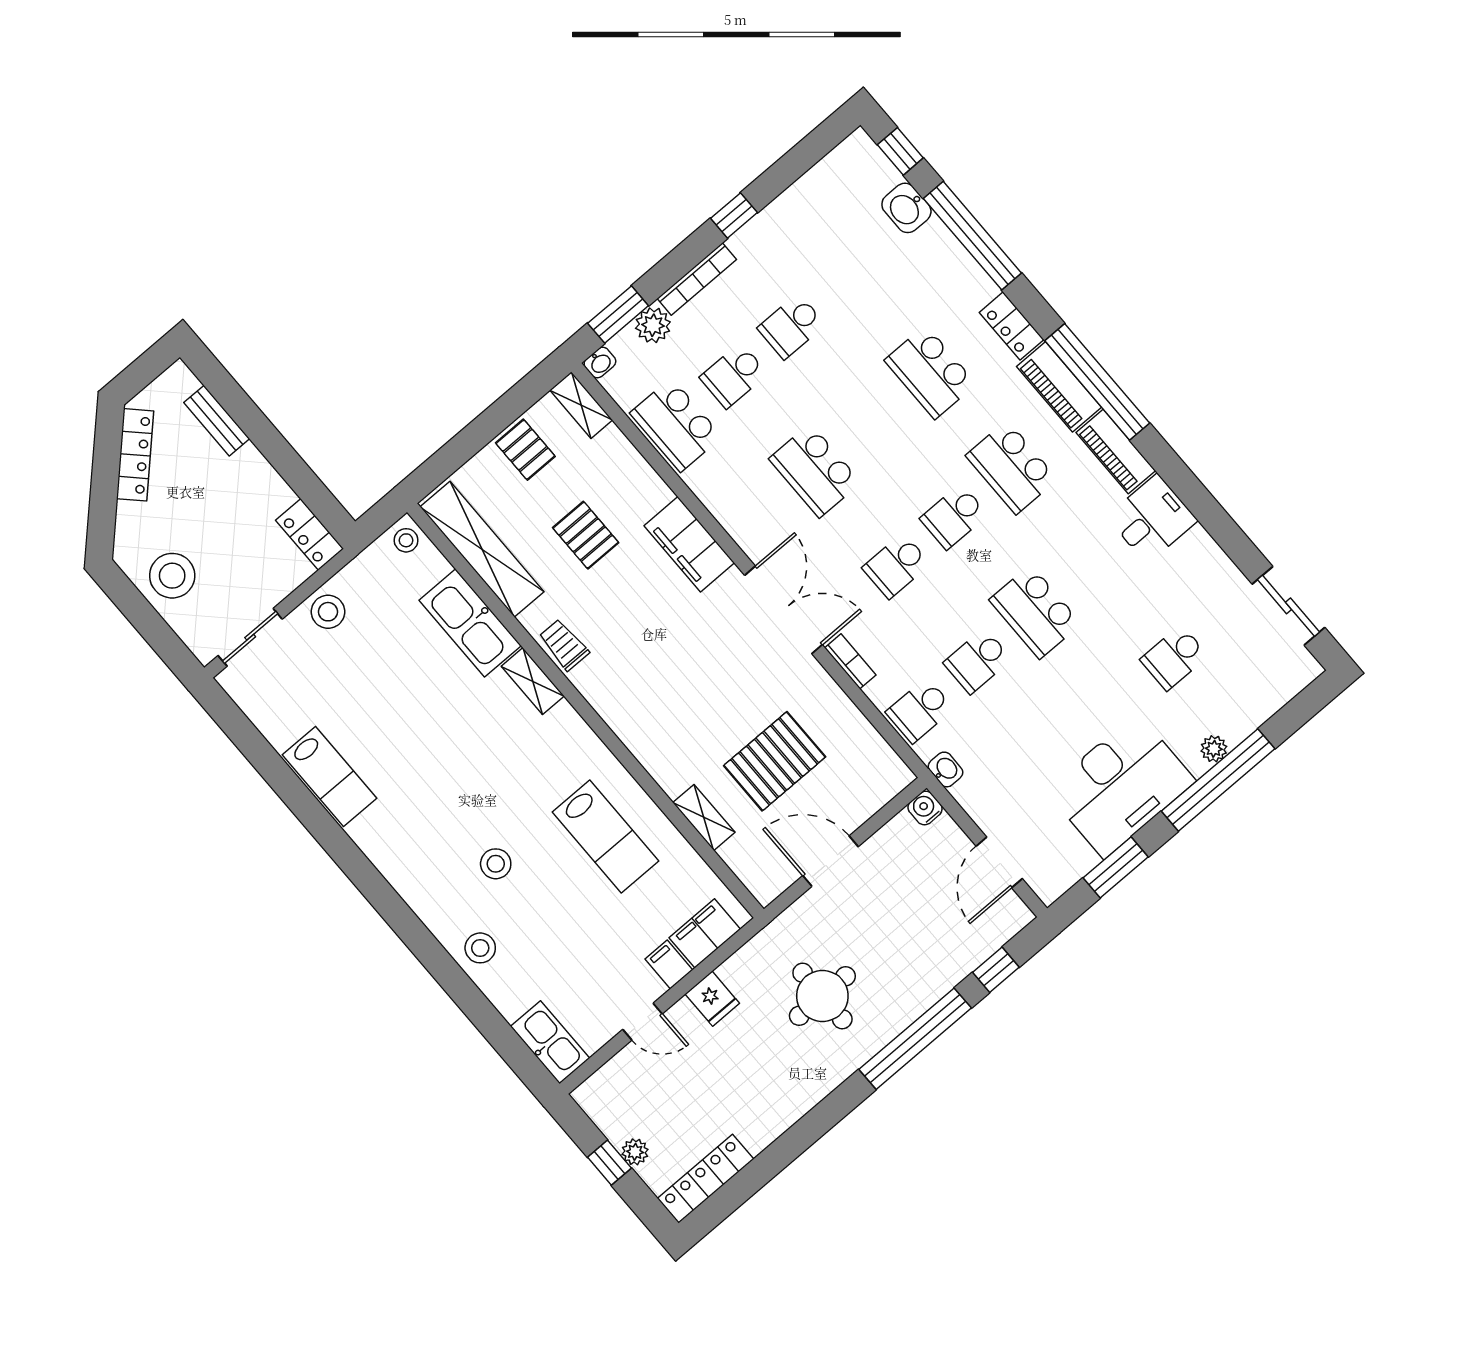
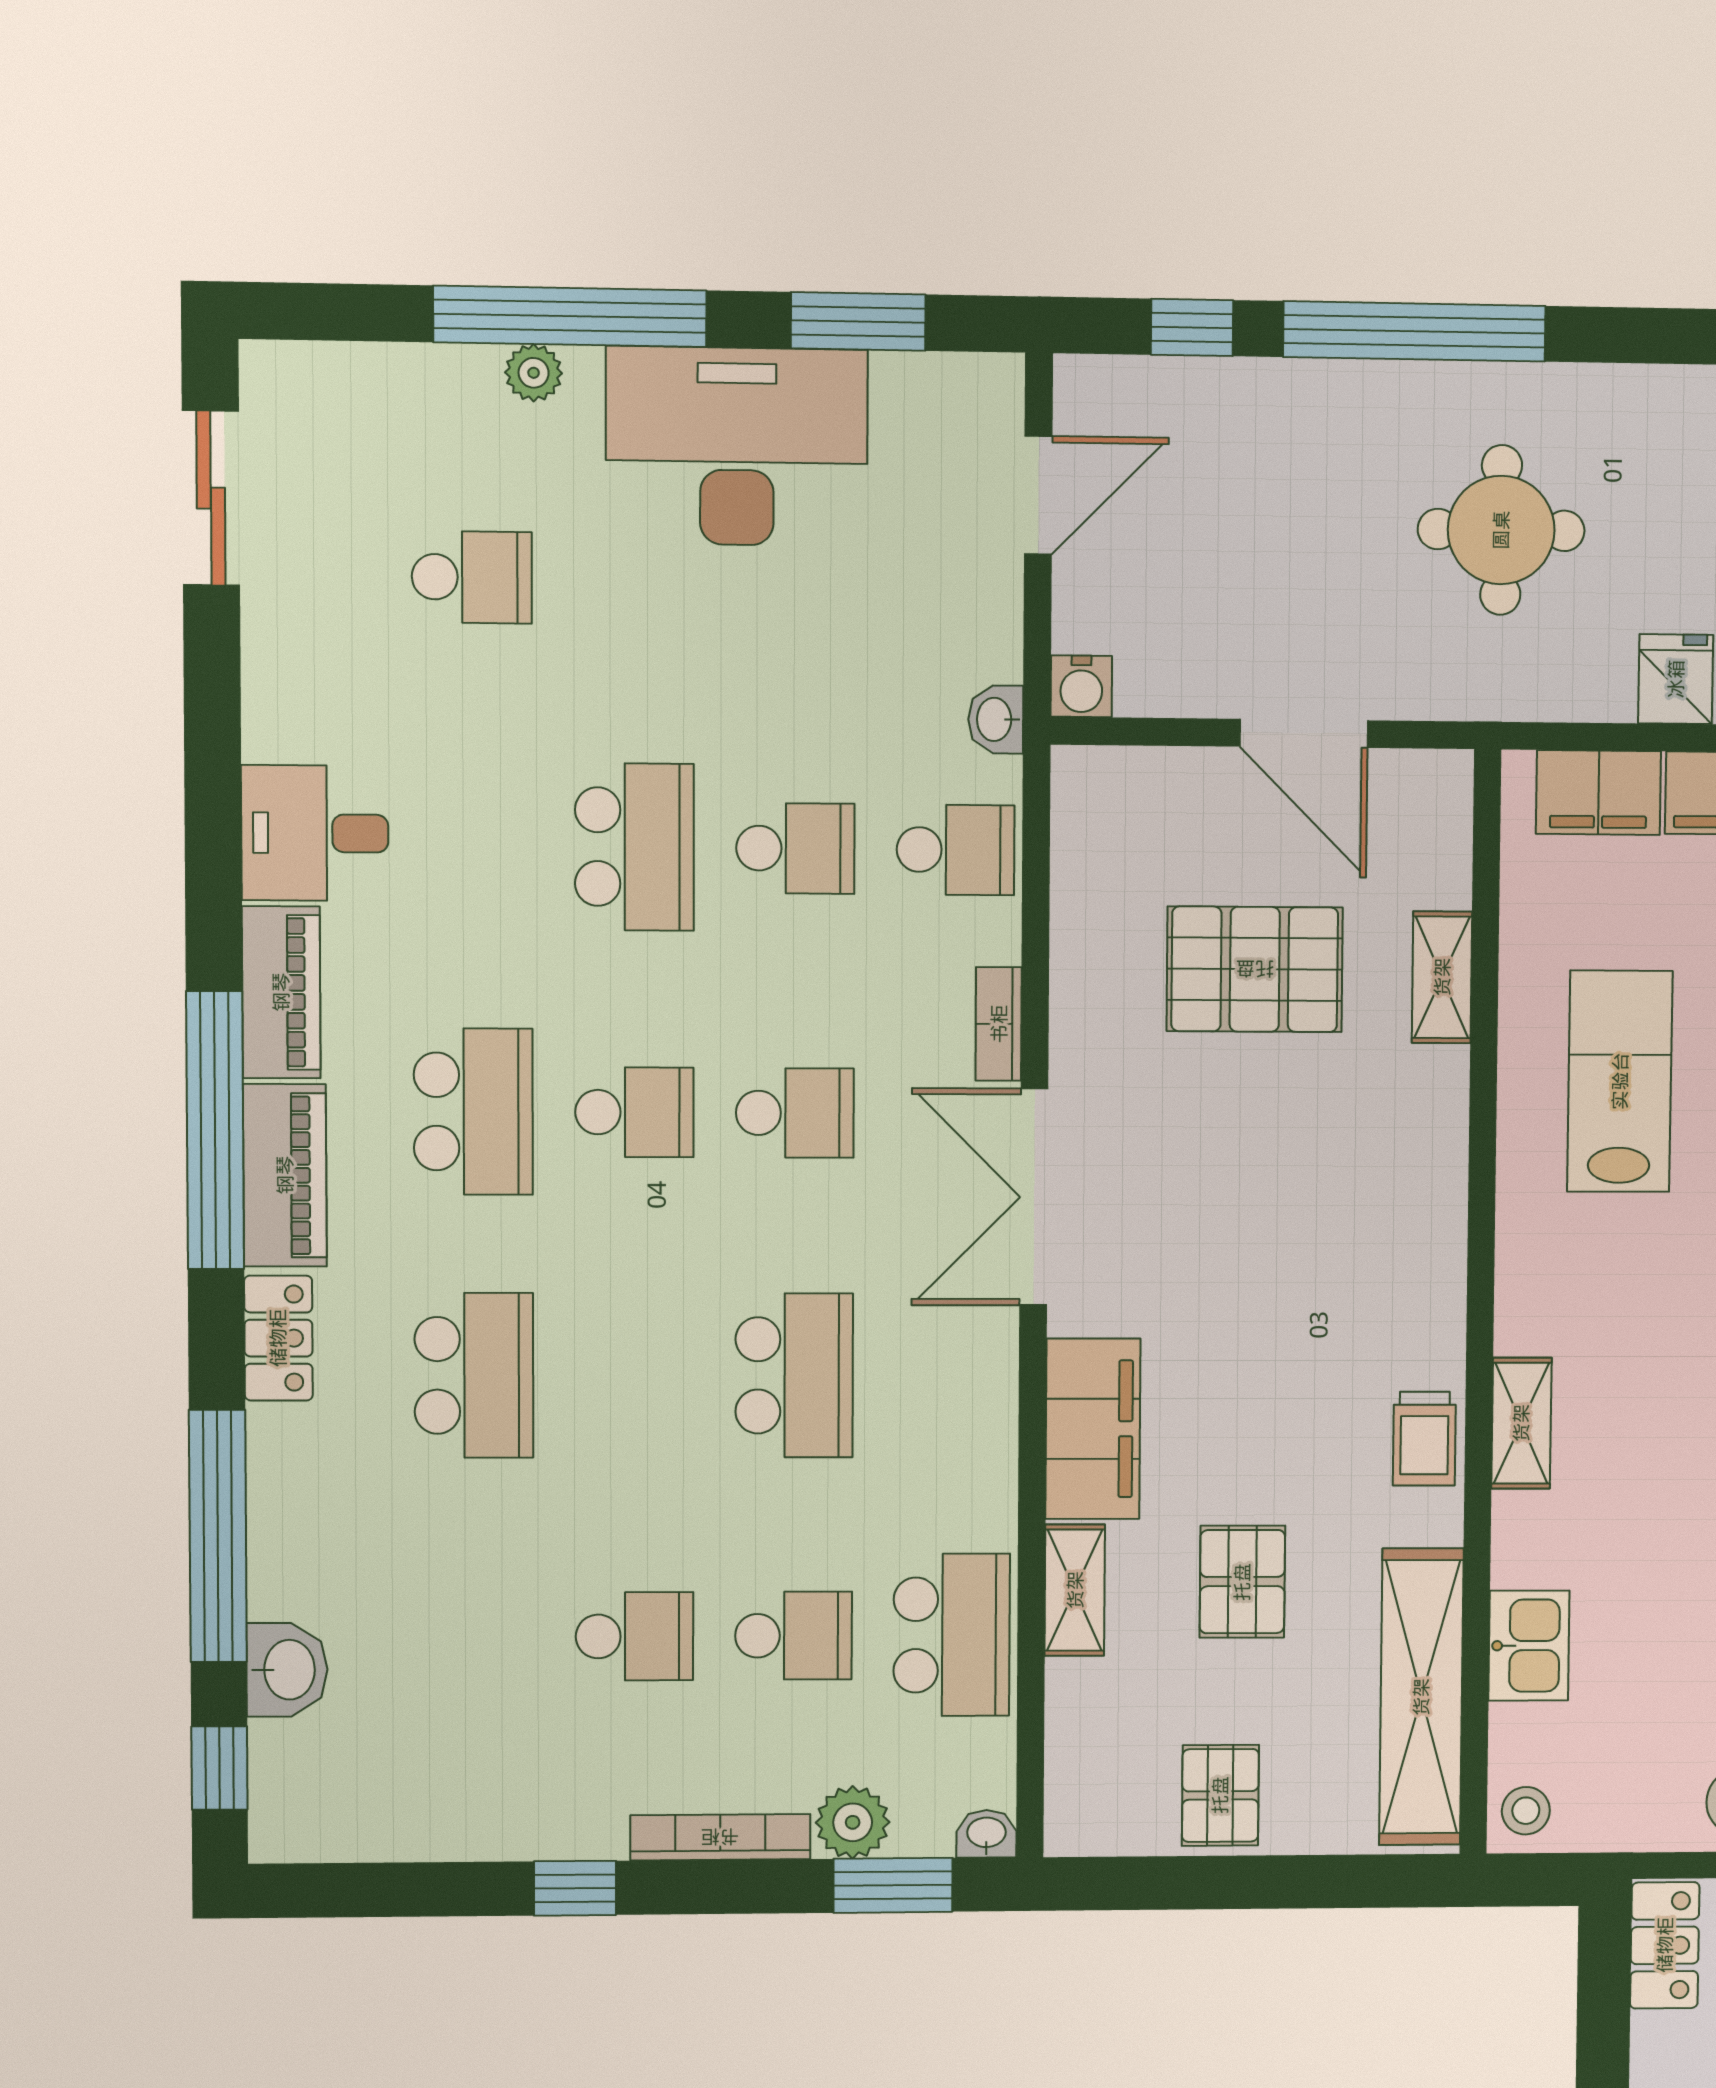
shelving: (581, 405) -> (1075, 1590), moved
kitchen sink: (470, 623) -> (1529, 1646), width x0.53, depth x0.81

